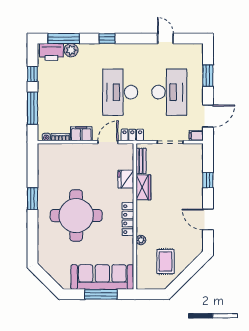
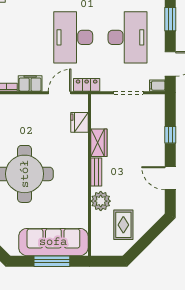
bench: (141, 161) -> (96, 172), moved
fridge: (126, 179) -> (79, 122), moved
locker: (128, 219) -> (82, 178), removed
plant: (141, 240) -> (101, 201), width x1.88, depth x1.88

